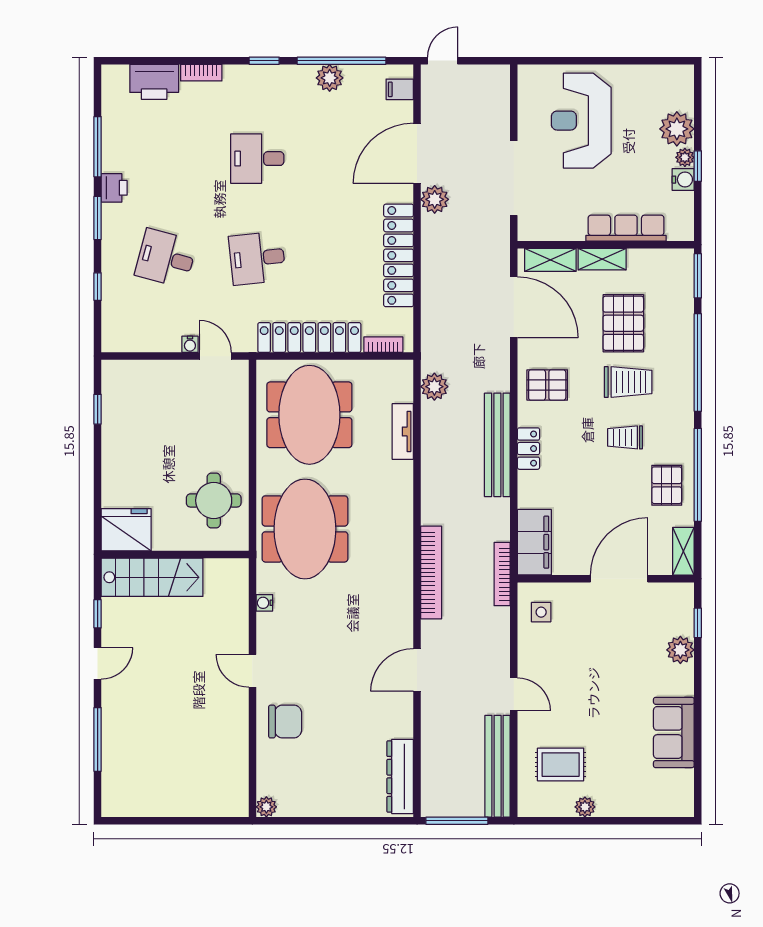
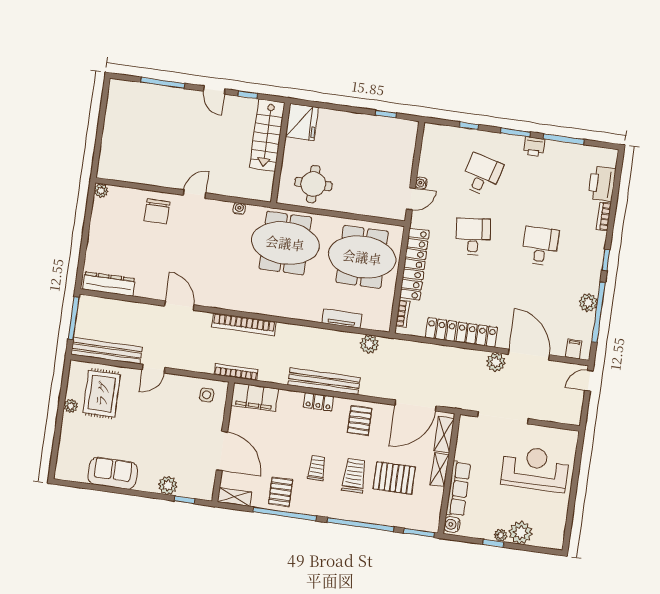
door: (443, 61) -> (589, 381), swing flipped
water cooler: (683, 180) -> (452, 524), moved, turned 90
trolley: (628, 382) -> (354, 476), turned 180
pallet: (667, 485) -> (281, 492), turned 90
rug: (561, 765) -> (102, 394), width x1.36, depth x1.43

